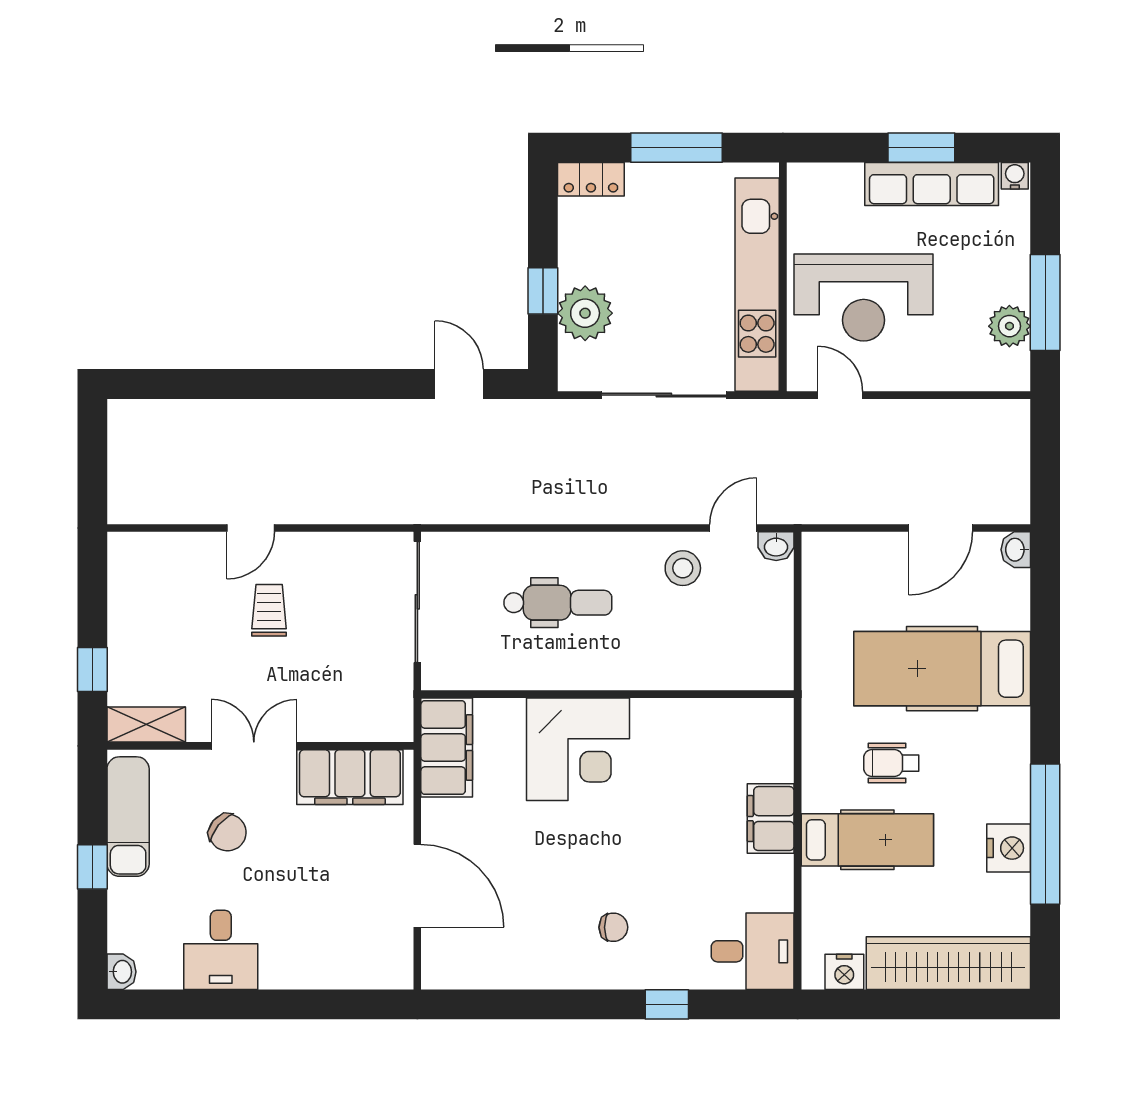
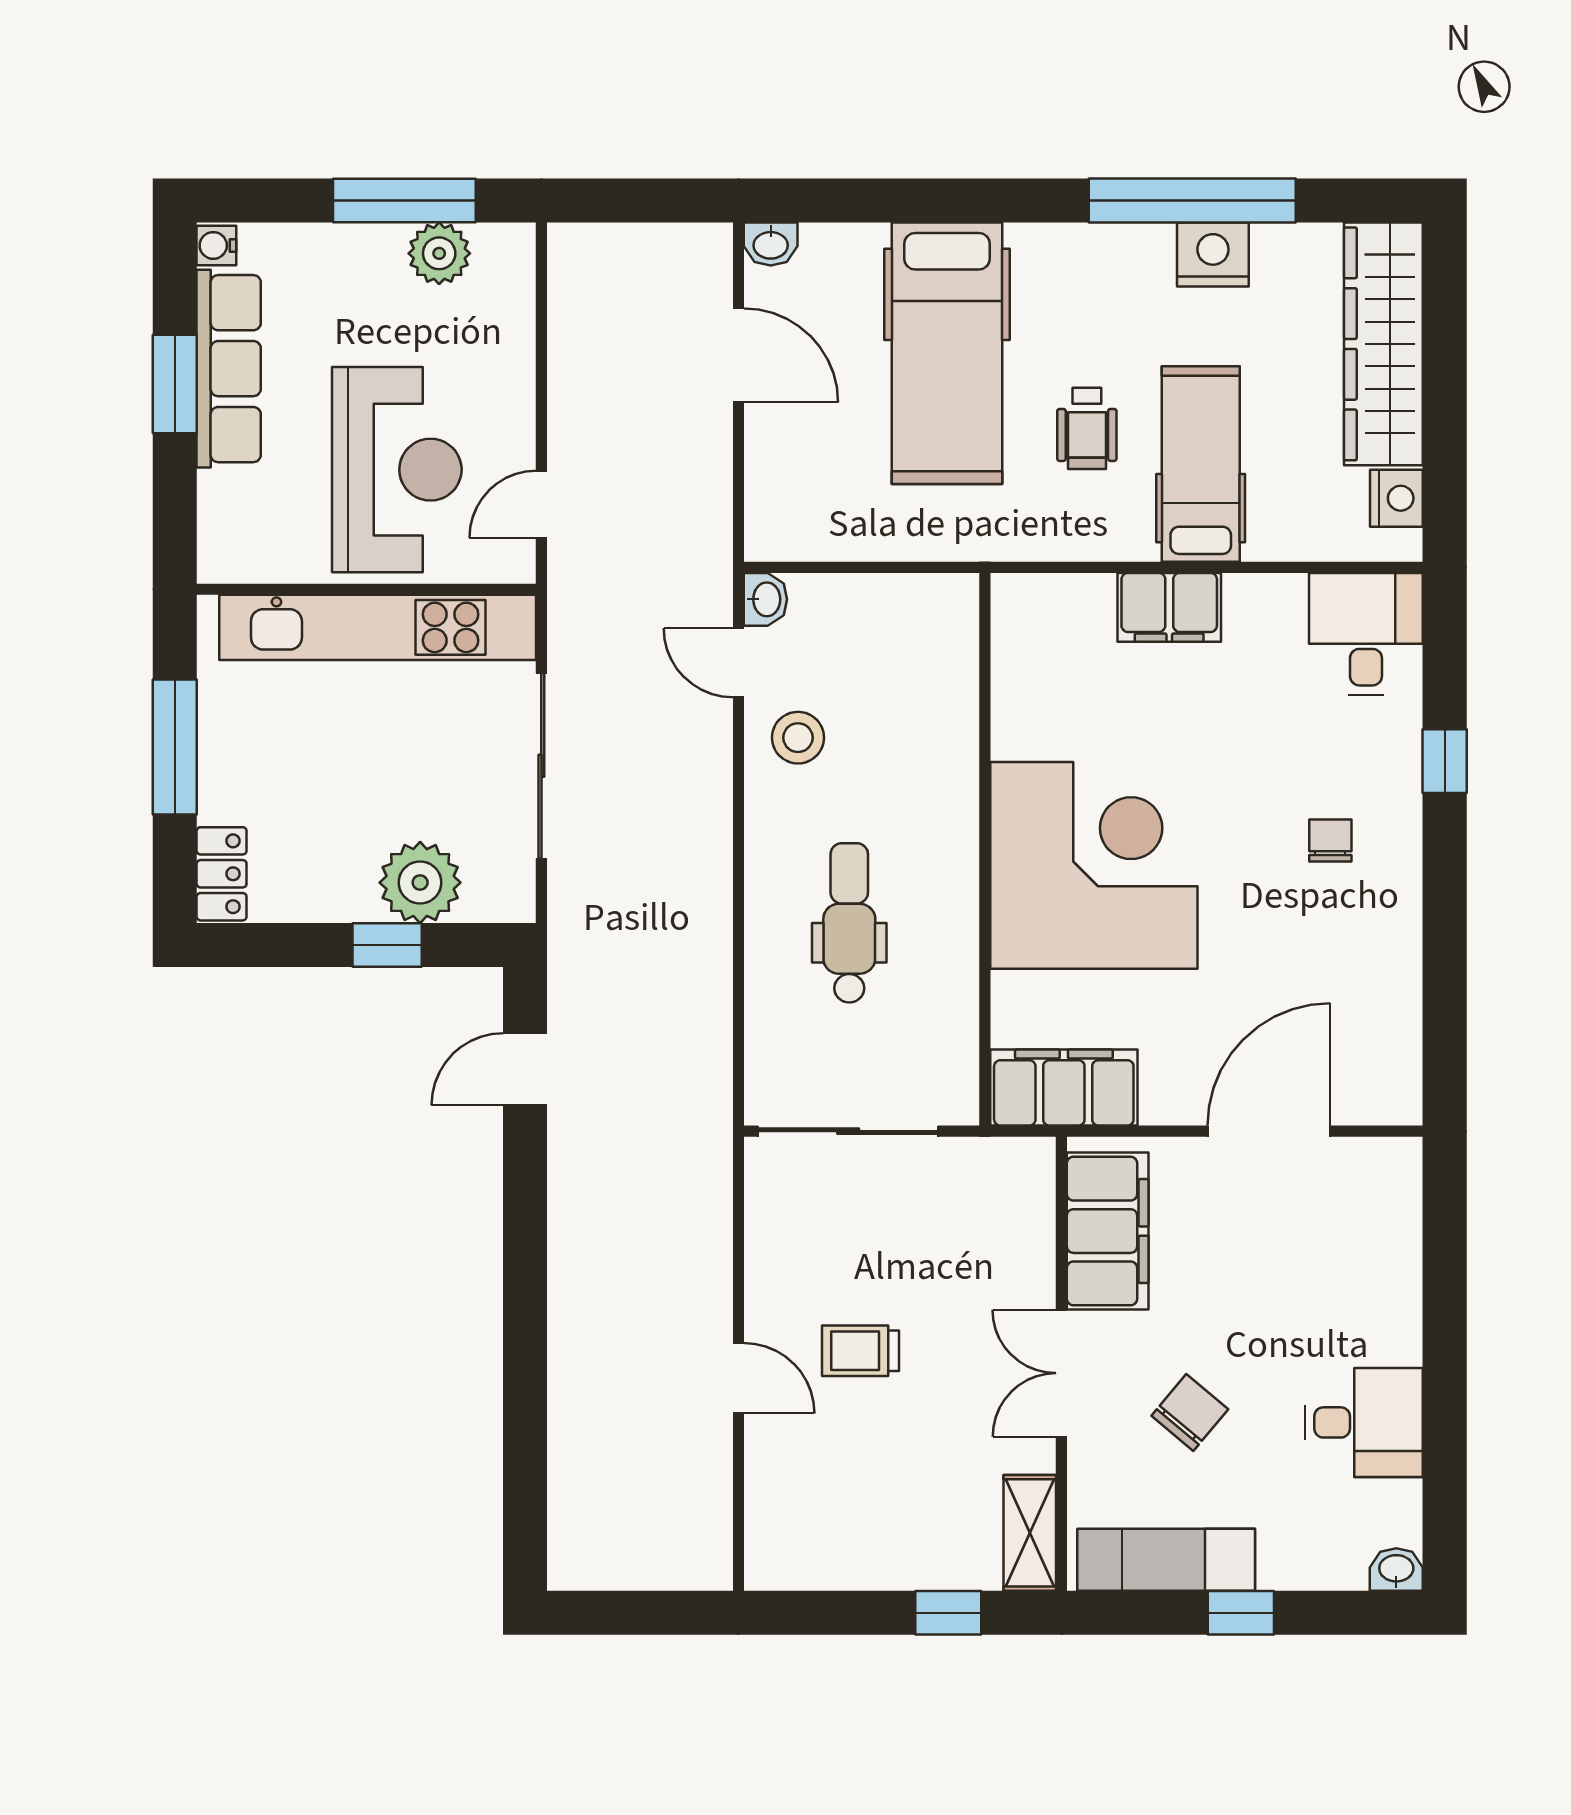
corner desk: (578, 749) -> (1094, 865), width x1.36, depth x1.36

